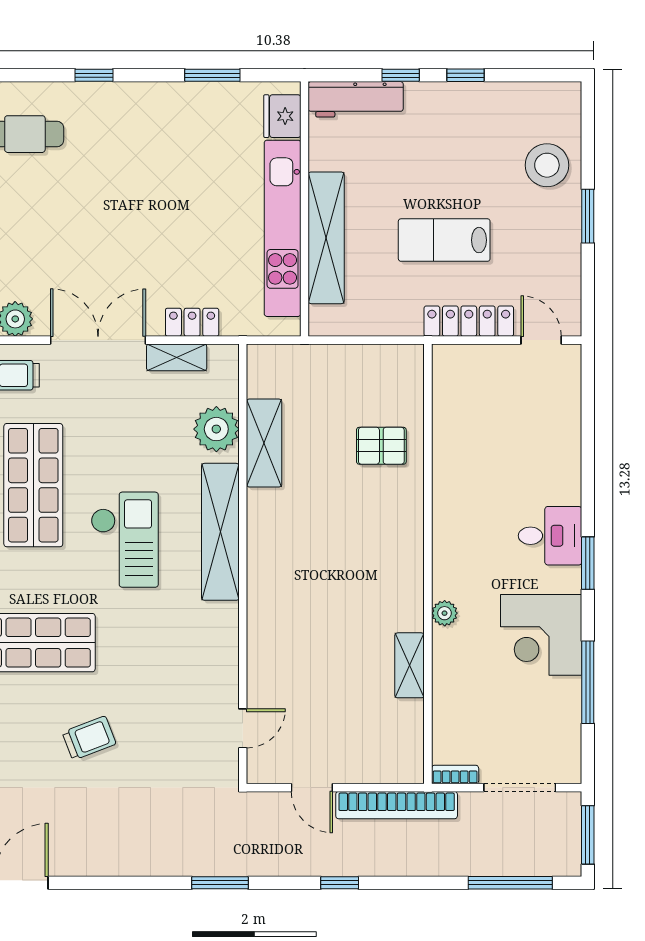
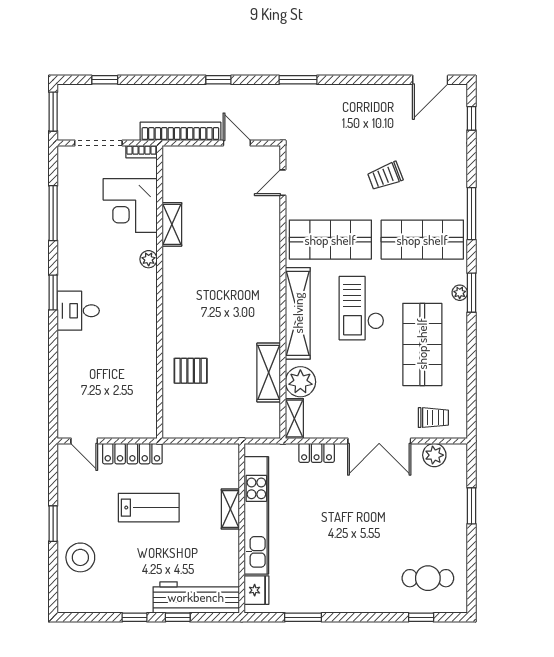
window: (94, 75) -> (421, 617), moved
workbench: (356, 99) -> (196, 597), width x1.36, depth x1.32
shelving: (326, 238) -> (230, 509), width x0.45, depth x0.75
shelving: (177, 357) -> (294, 419), moved, turned 90
corner desk: (541, 635) -> (130, 205), moved, turned 180
shop shelf: (171, 643) -> (330, 240), added
window: (510, 883) -> (105, 80), width x0.46

